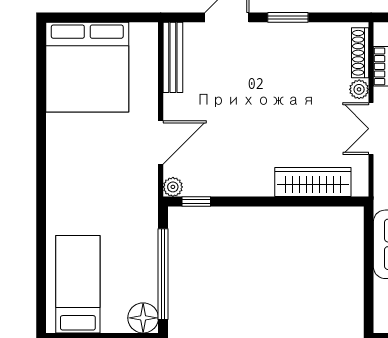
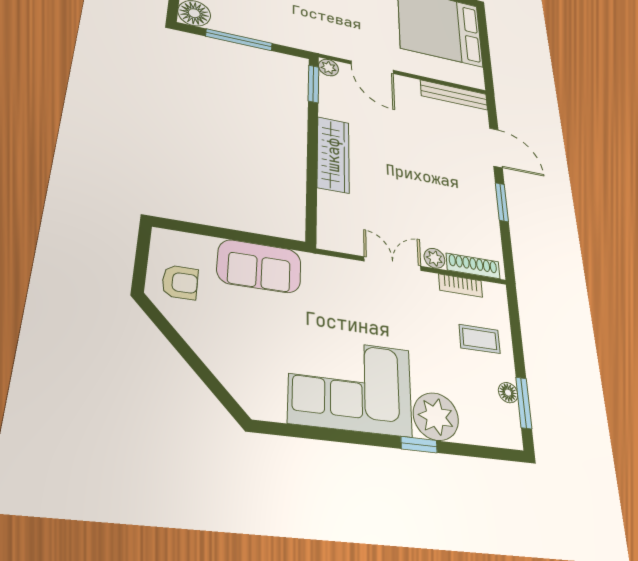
wardrobe: (313, 182) -> (333, 155), moved
window: (196, 202) -> (313, 84), width x1.50
window: (163, 274) -> (239, 40), width x0.68

